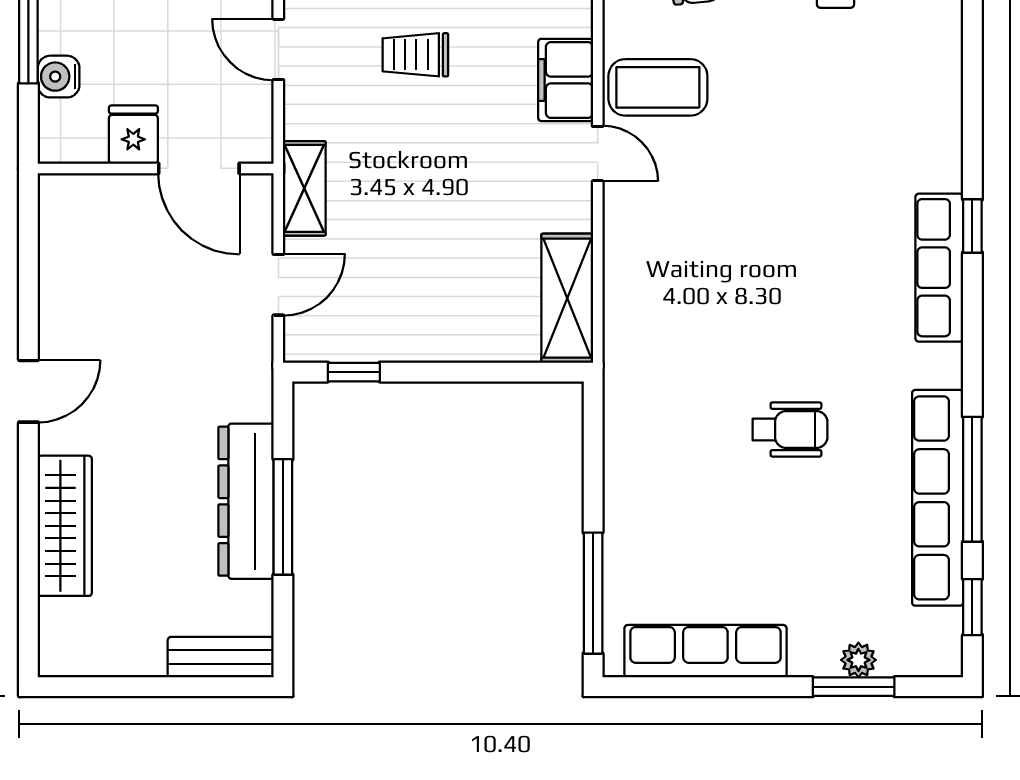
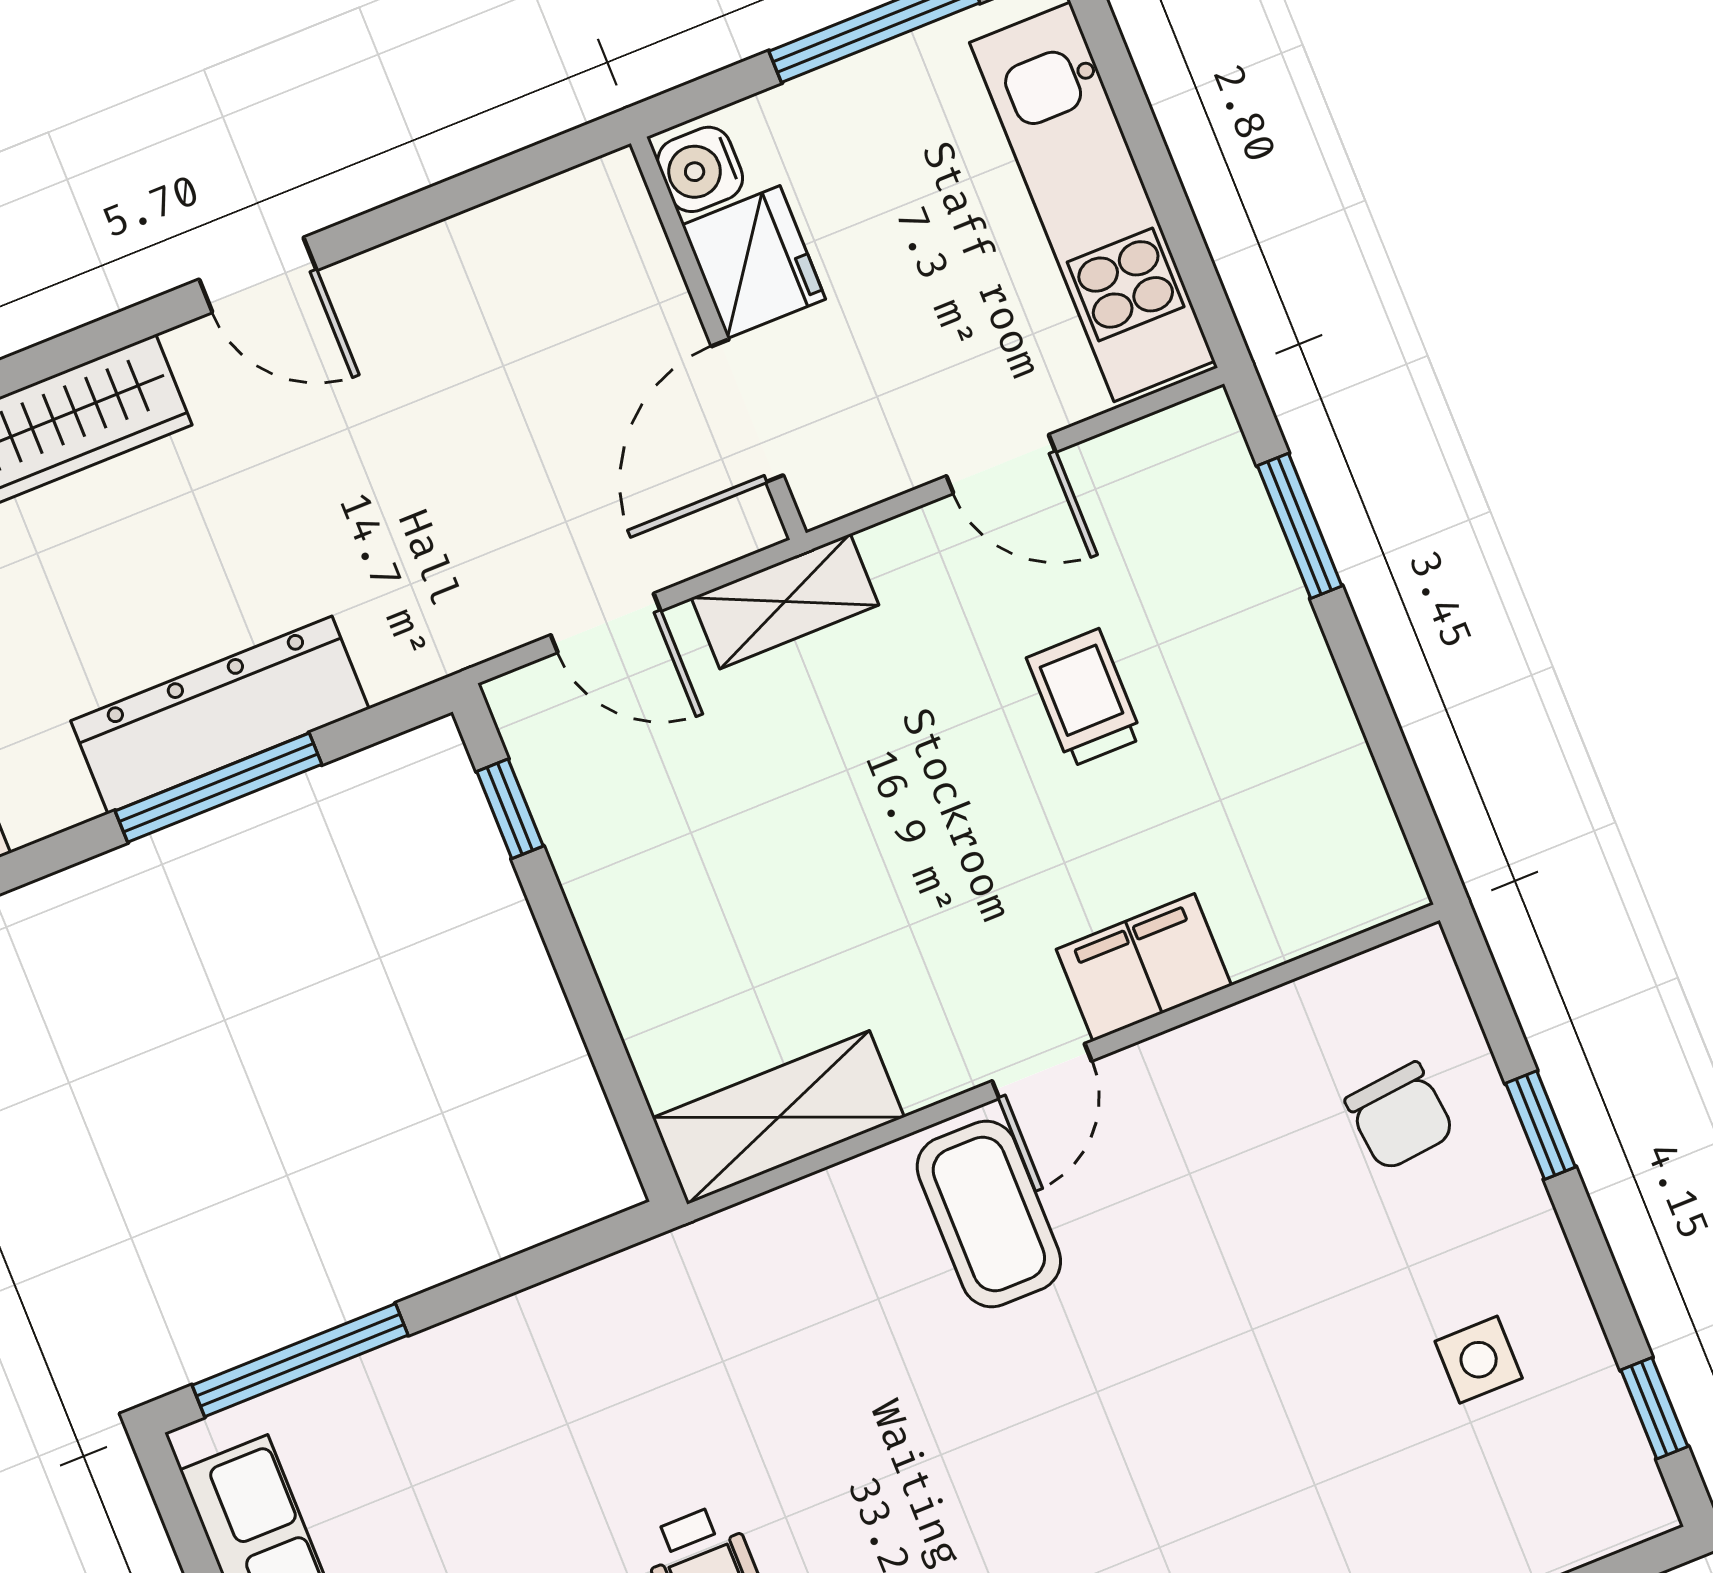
door: (278, 49) -> (1001, 464), swing flipped
water cooler: (59, 77) -> (700, 169), moved, turned -90
coffee table: (658, 87) -> (989, 1214), moved
fridge: (133, 135) -> (754, 262), width x1.38

